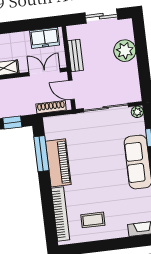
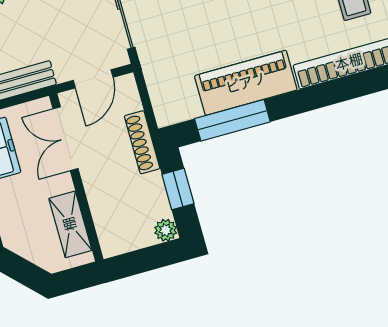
shoe rack: (51, 107) -> (142, 142), moved

